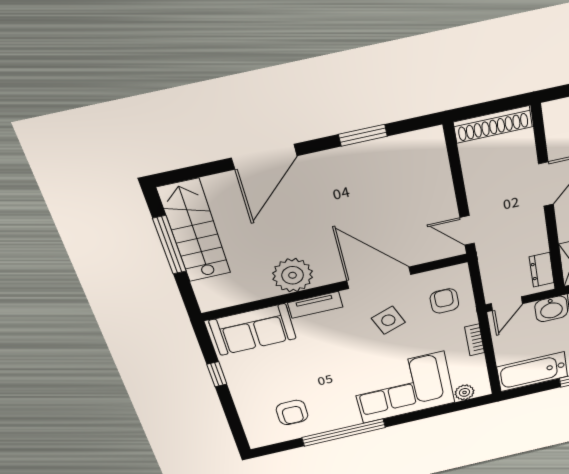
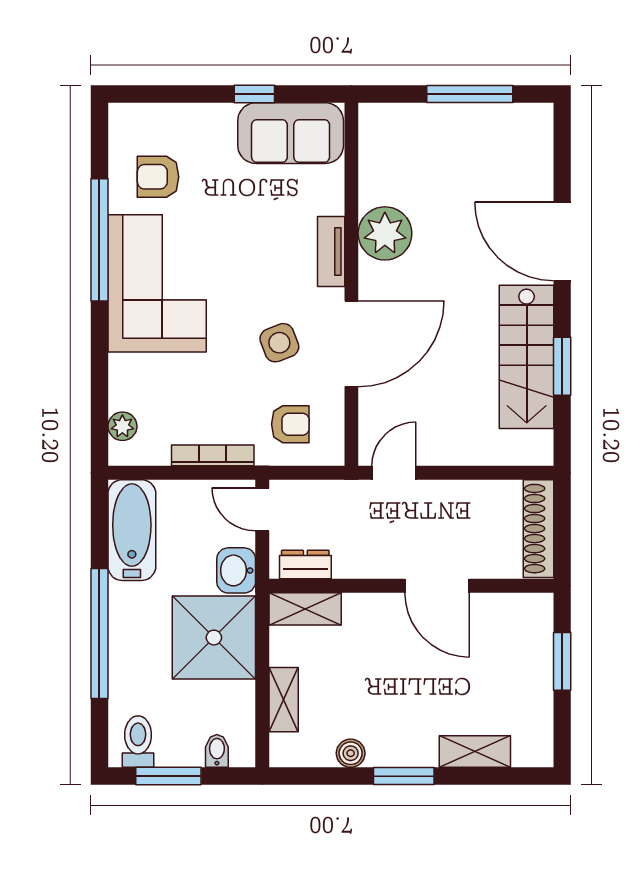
stairs: (194, 231) -> (527, 357), moved, turned 90
sofa: (253, 330) -> (291, 133), moved, turned -90
bookcase: (475, 340) -> (213, 455), width x1.56
corner sofa: (403, 388) -> (157, 283), moved

